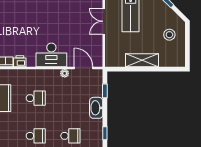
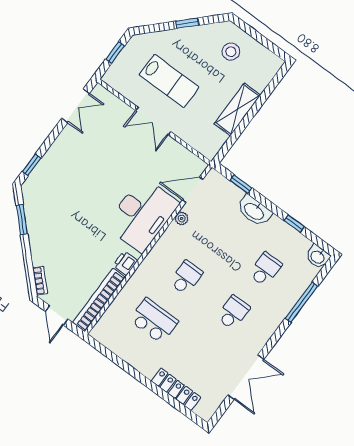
desk: (51, 55) -> (142, 215), width x1.36, depth x1.30

